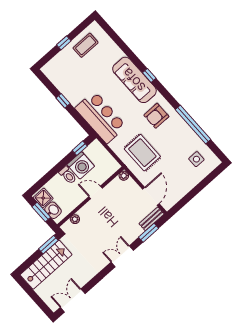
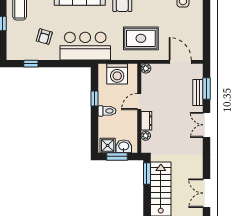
armchair: (81, 81) -> (44, 37), added
window: (63, 101) -> (31, 64), moved
window: (80, 148) -> (95, 98), moved
washing machine: (81, 165) -> (117, 74), moved, turned 90
dresser: (86, 210) -> (146, 121), added
bench: (152, 219) -> (198, 93), moved

